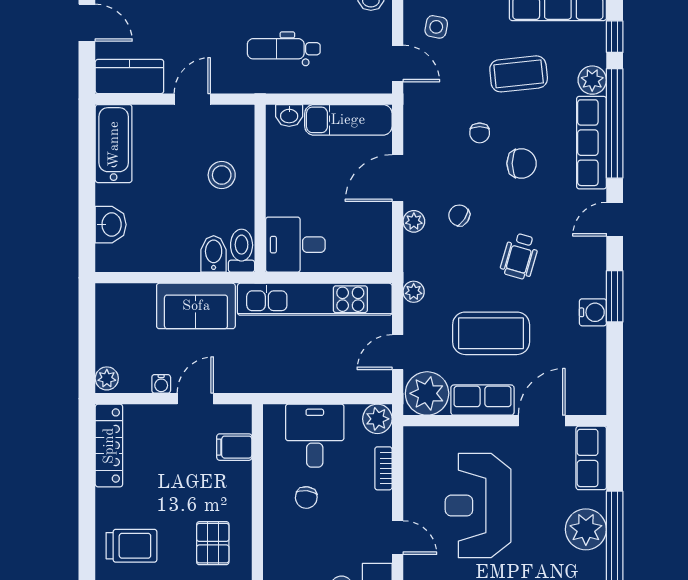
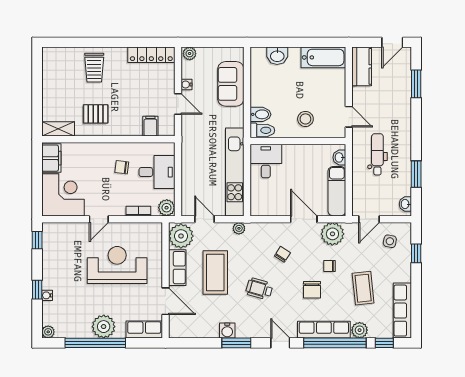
door: (192, 99) -> (349, 117), moved
plant: (414, 221) -> (332, 234), moved, width x1.88, depth x1.88
sofa: (196, 306) -> (231, 84), moved

